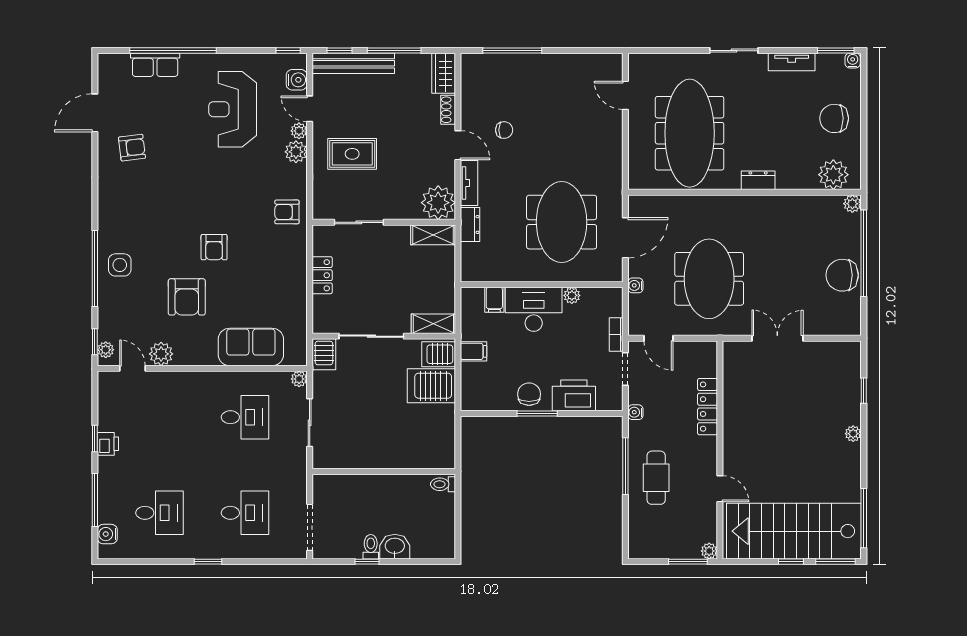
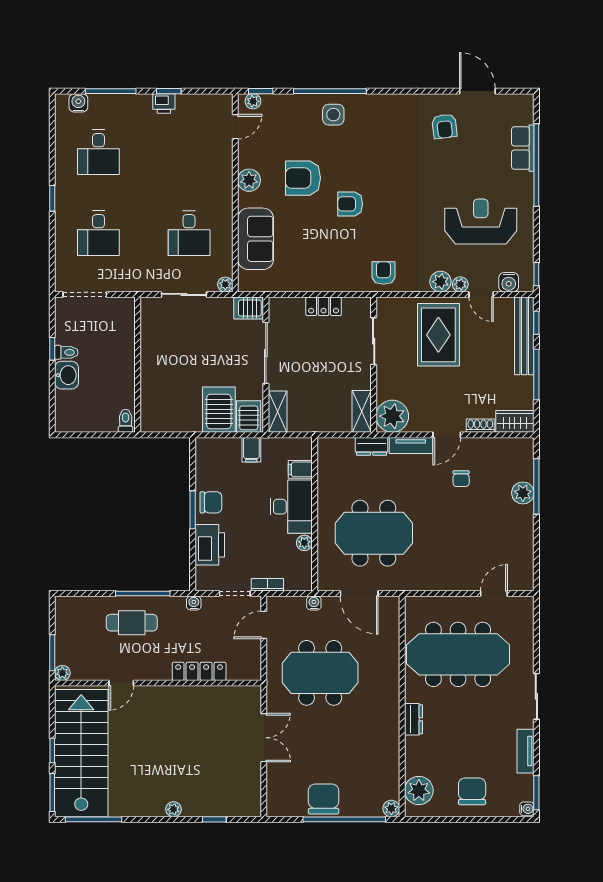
plant: (519, 65) -> (523, 493), added
door: (310, 109) -> (481, 294), swing flipped
rug: (352, 154) -> (438, 335), width x1.36, depth x1.43
plant: (161, 354) -> (249, 180), moved

